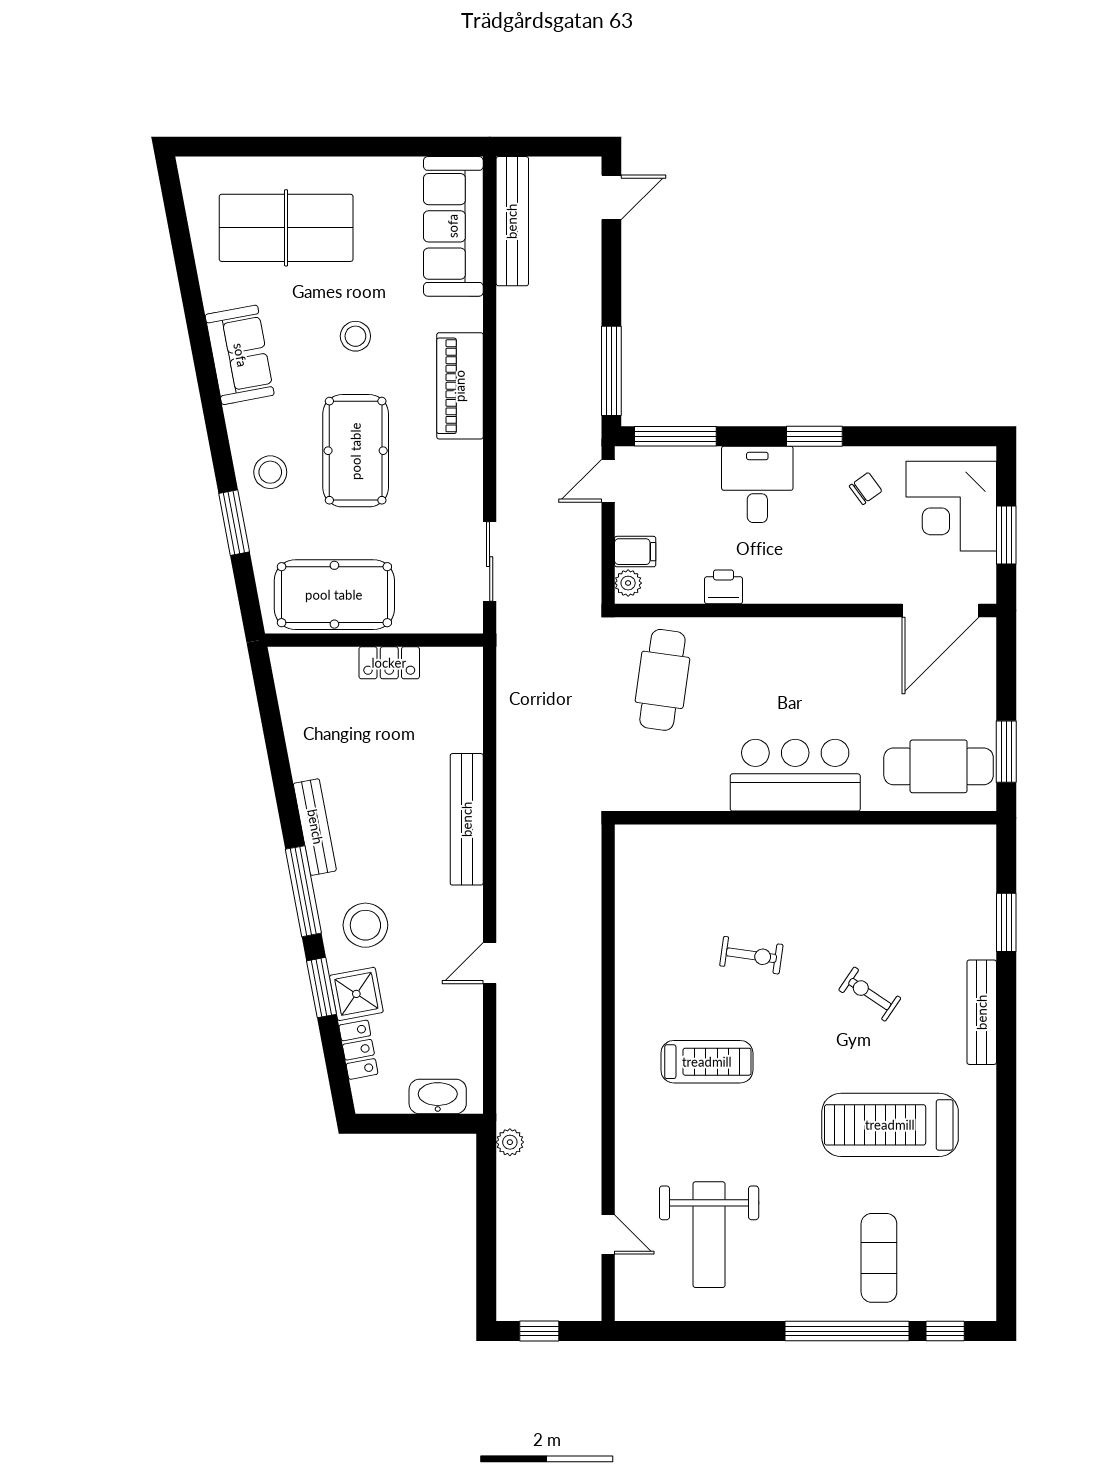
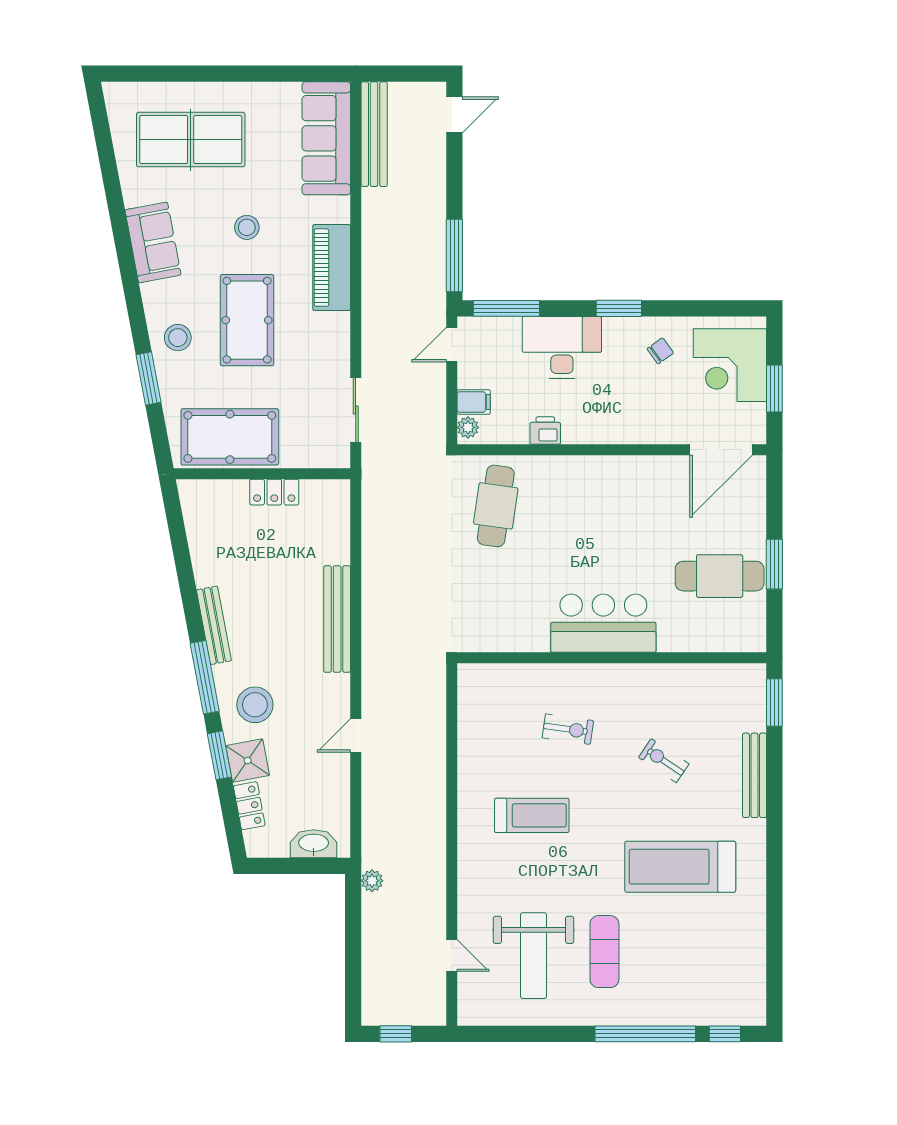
desk: (757, 484) -> (562, 347), width x1.37
bar counter: (795, 775) -> (603, 623), moved
wall: (805, 818) -> (612, 658), moved
exercise mat: (879, 1258) -> (604, 952), moved

